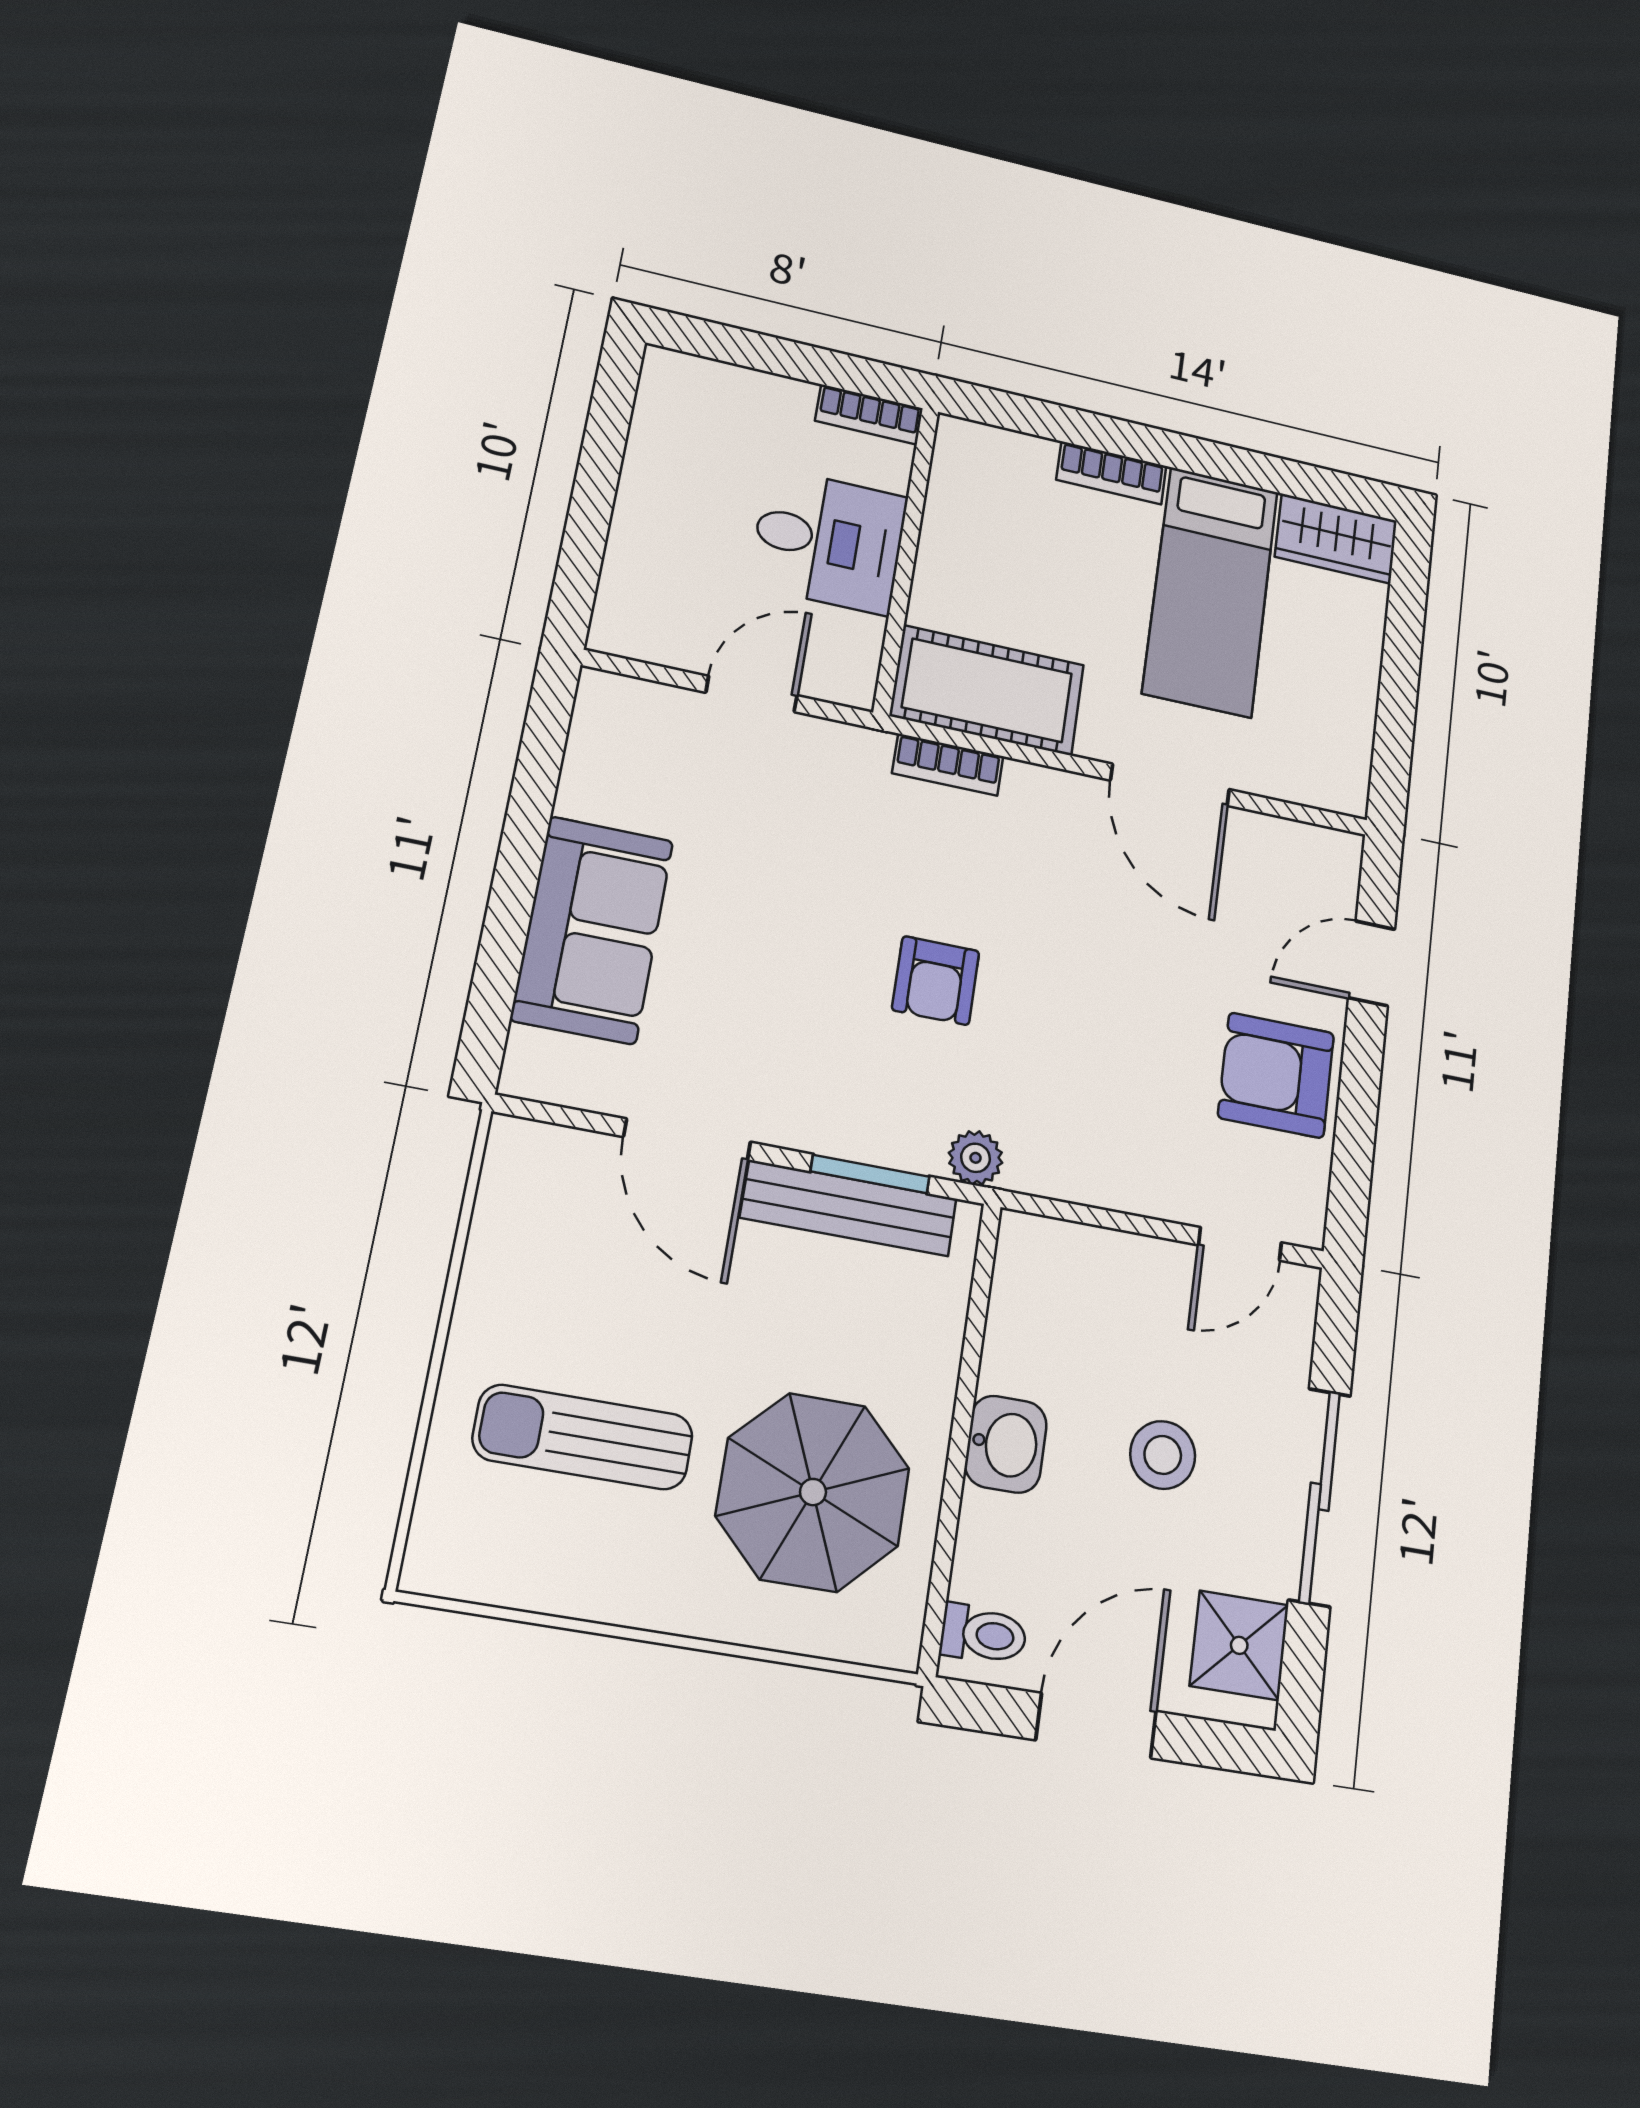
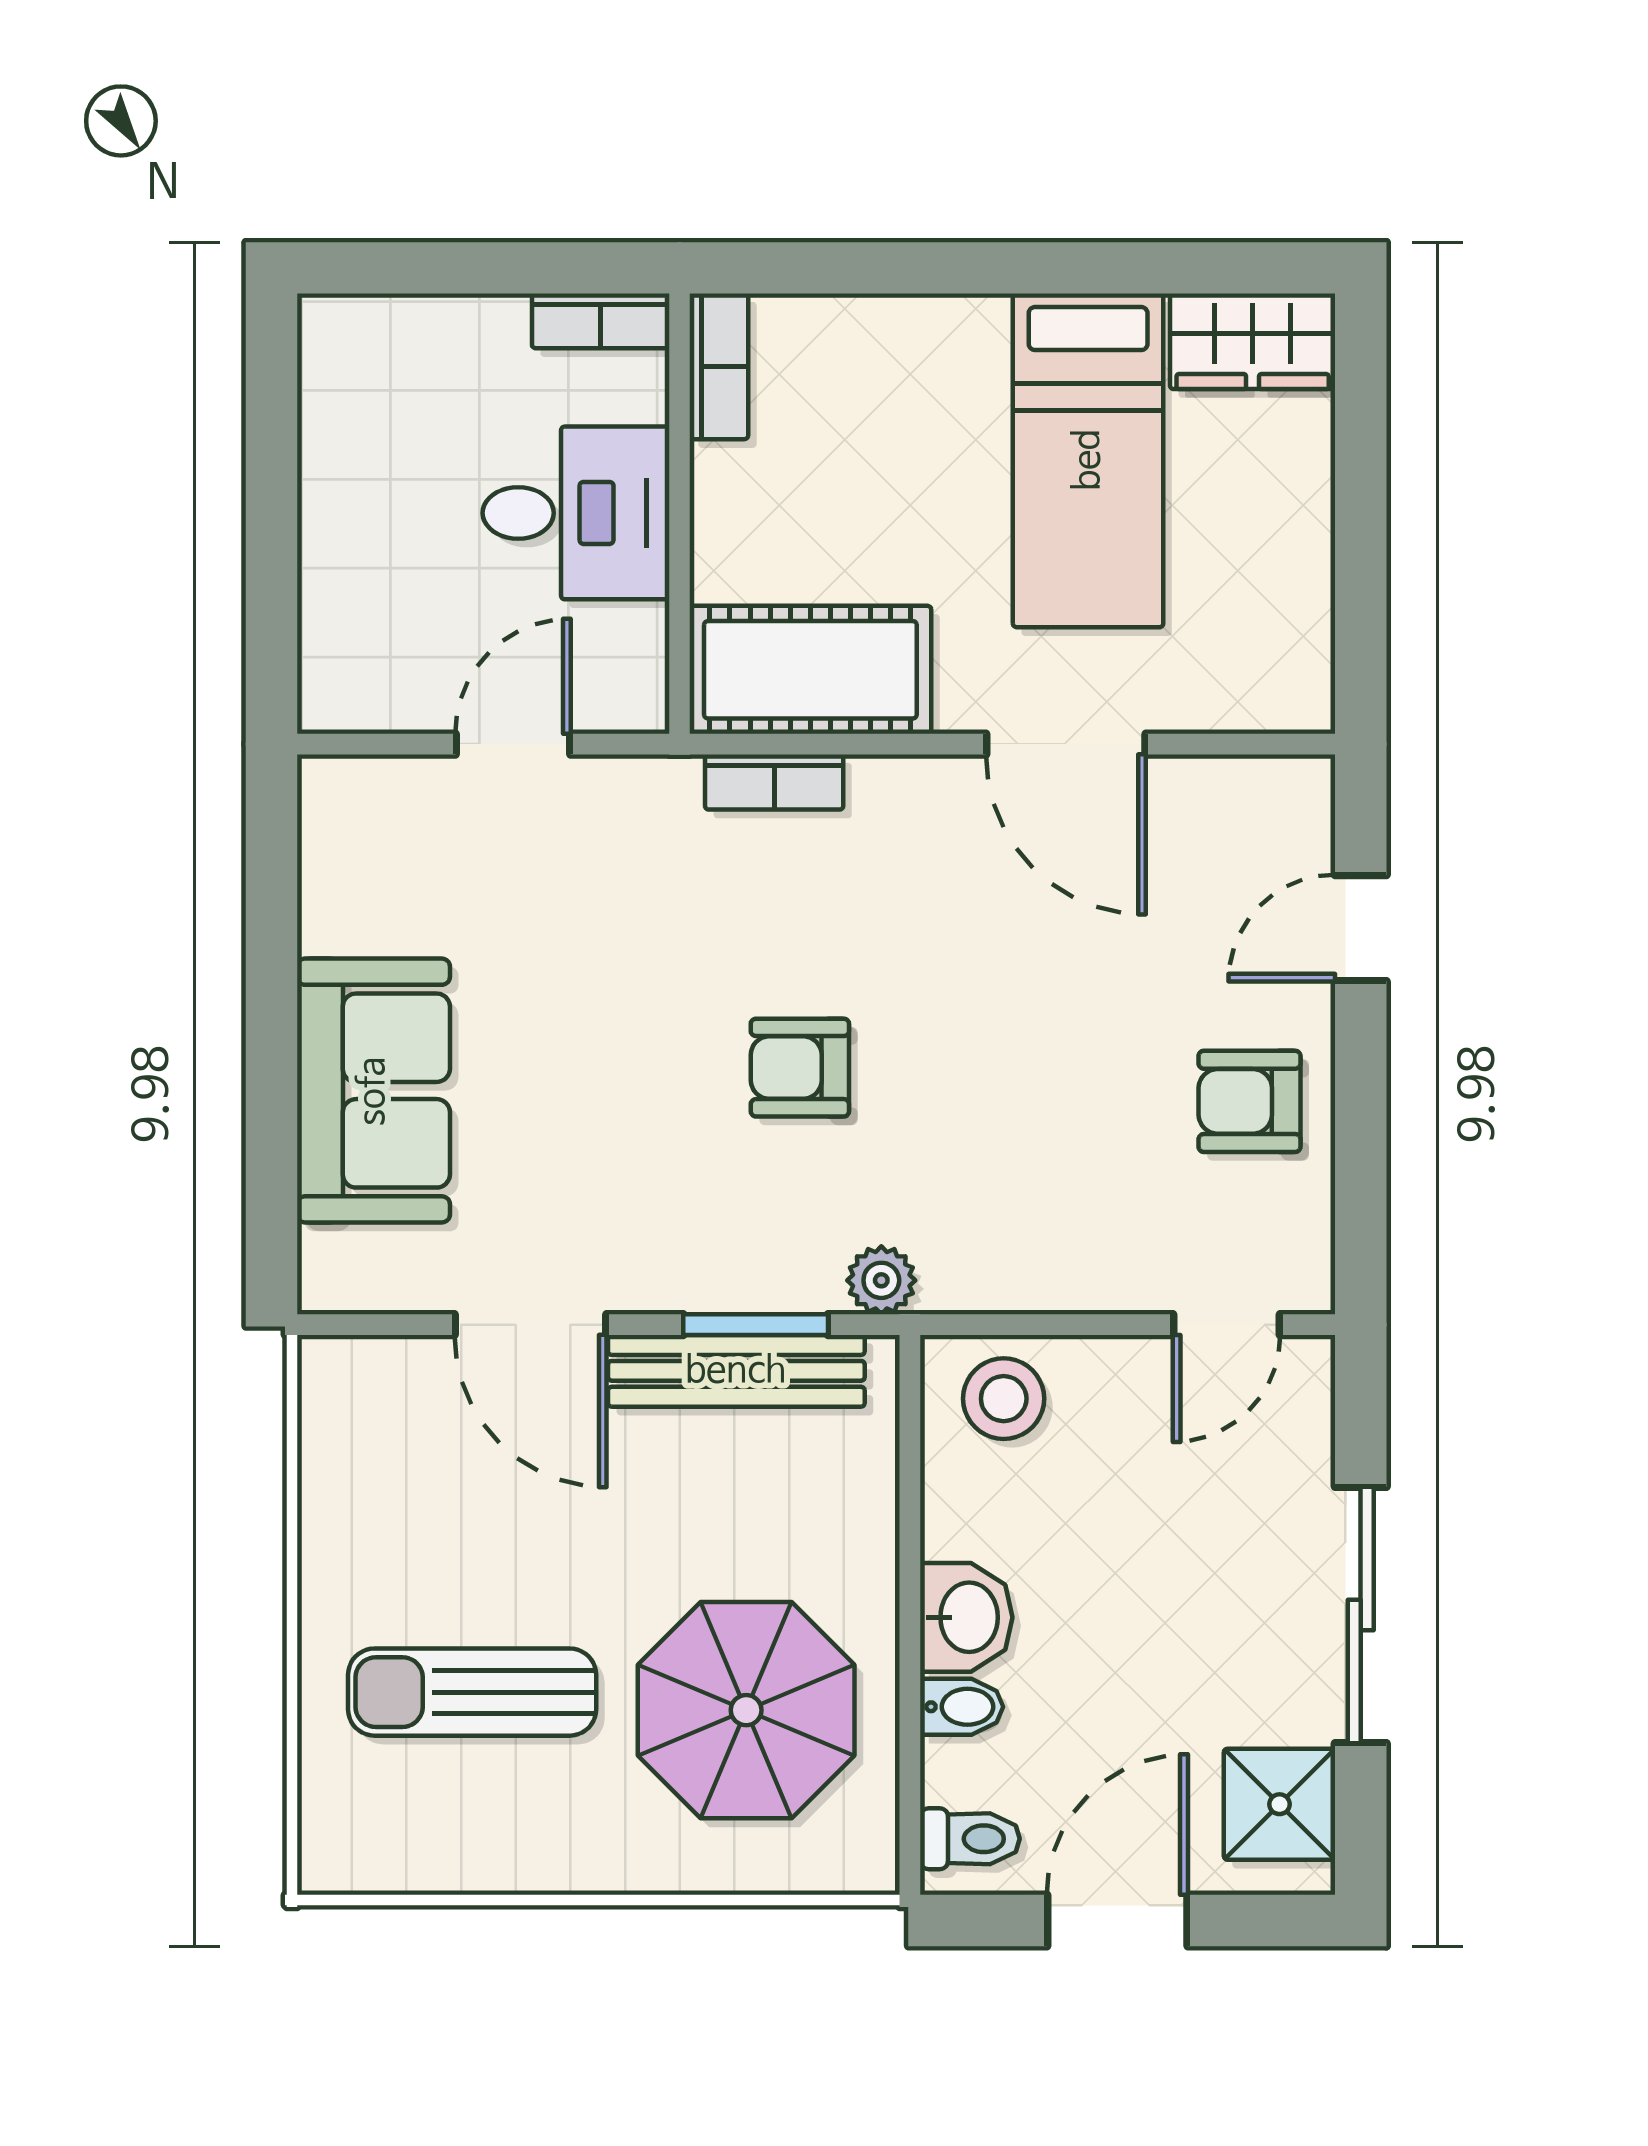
bookcase: (1111, 473) -> (719, 366), moved, turned -90
armchair: (936, 981) -> (800, 1068), turned 90
armchair: (1276, 1075) -> (1249, 1101), width x0.72, depth x0.72
stool: (1163, 1455) -> (1004, 1399), moved
bidet: (992, 1519) -> (962, 1707), added

